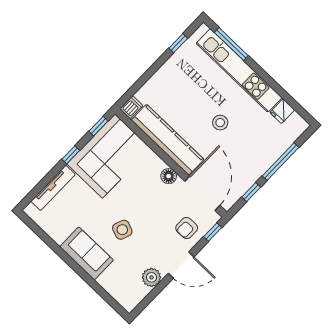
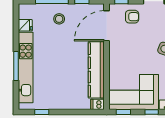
window: (231, 44) -> (16, 66), moved
stool: (220, 123) -> (59, 19), moved
floor lamp: (169, 176) -> (114, 51), removed

